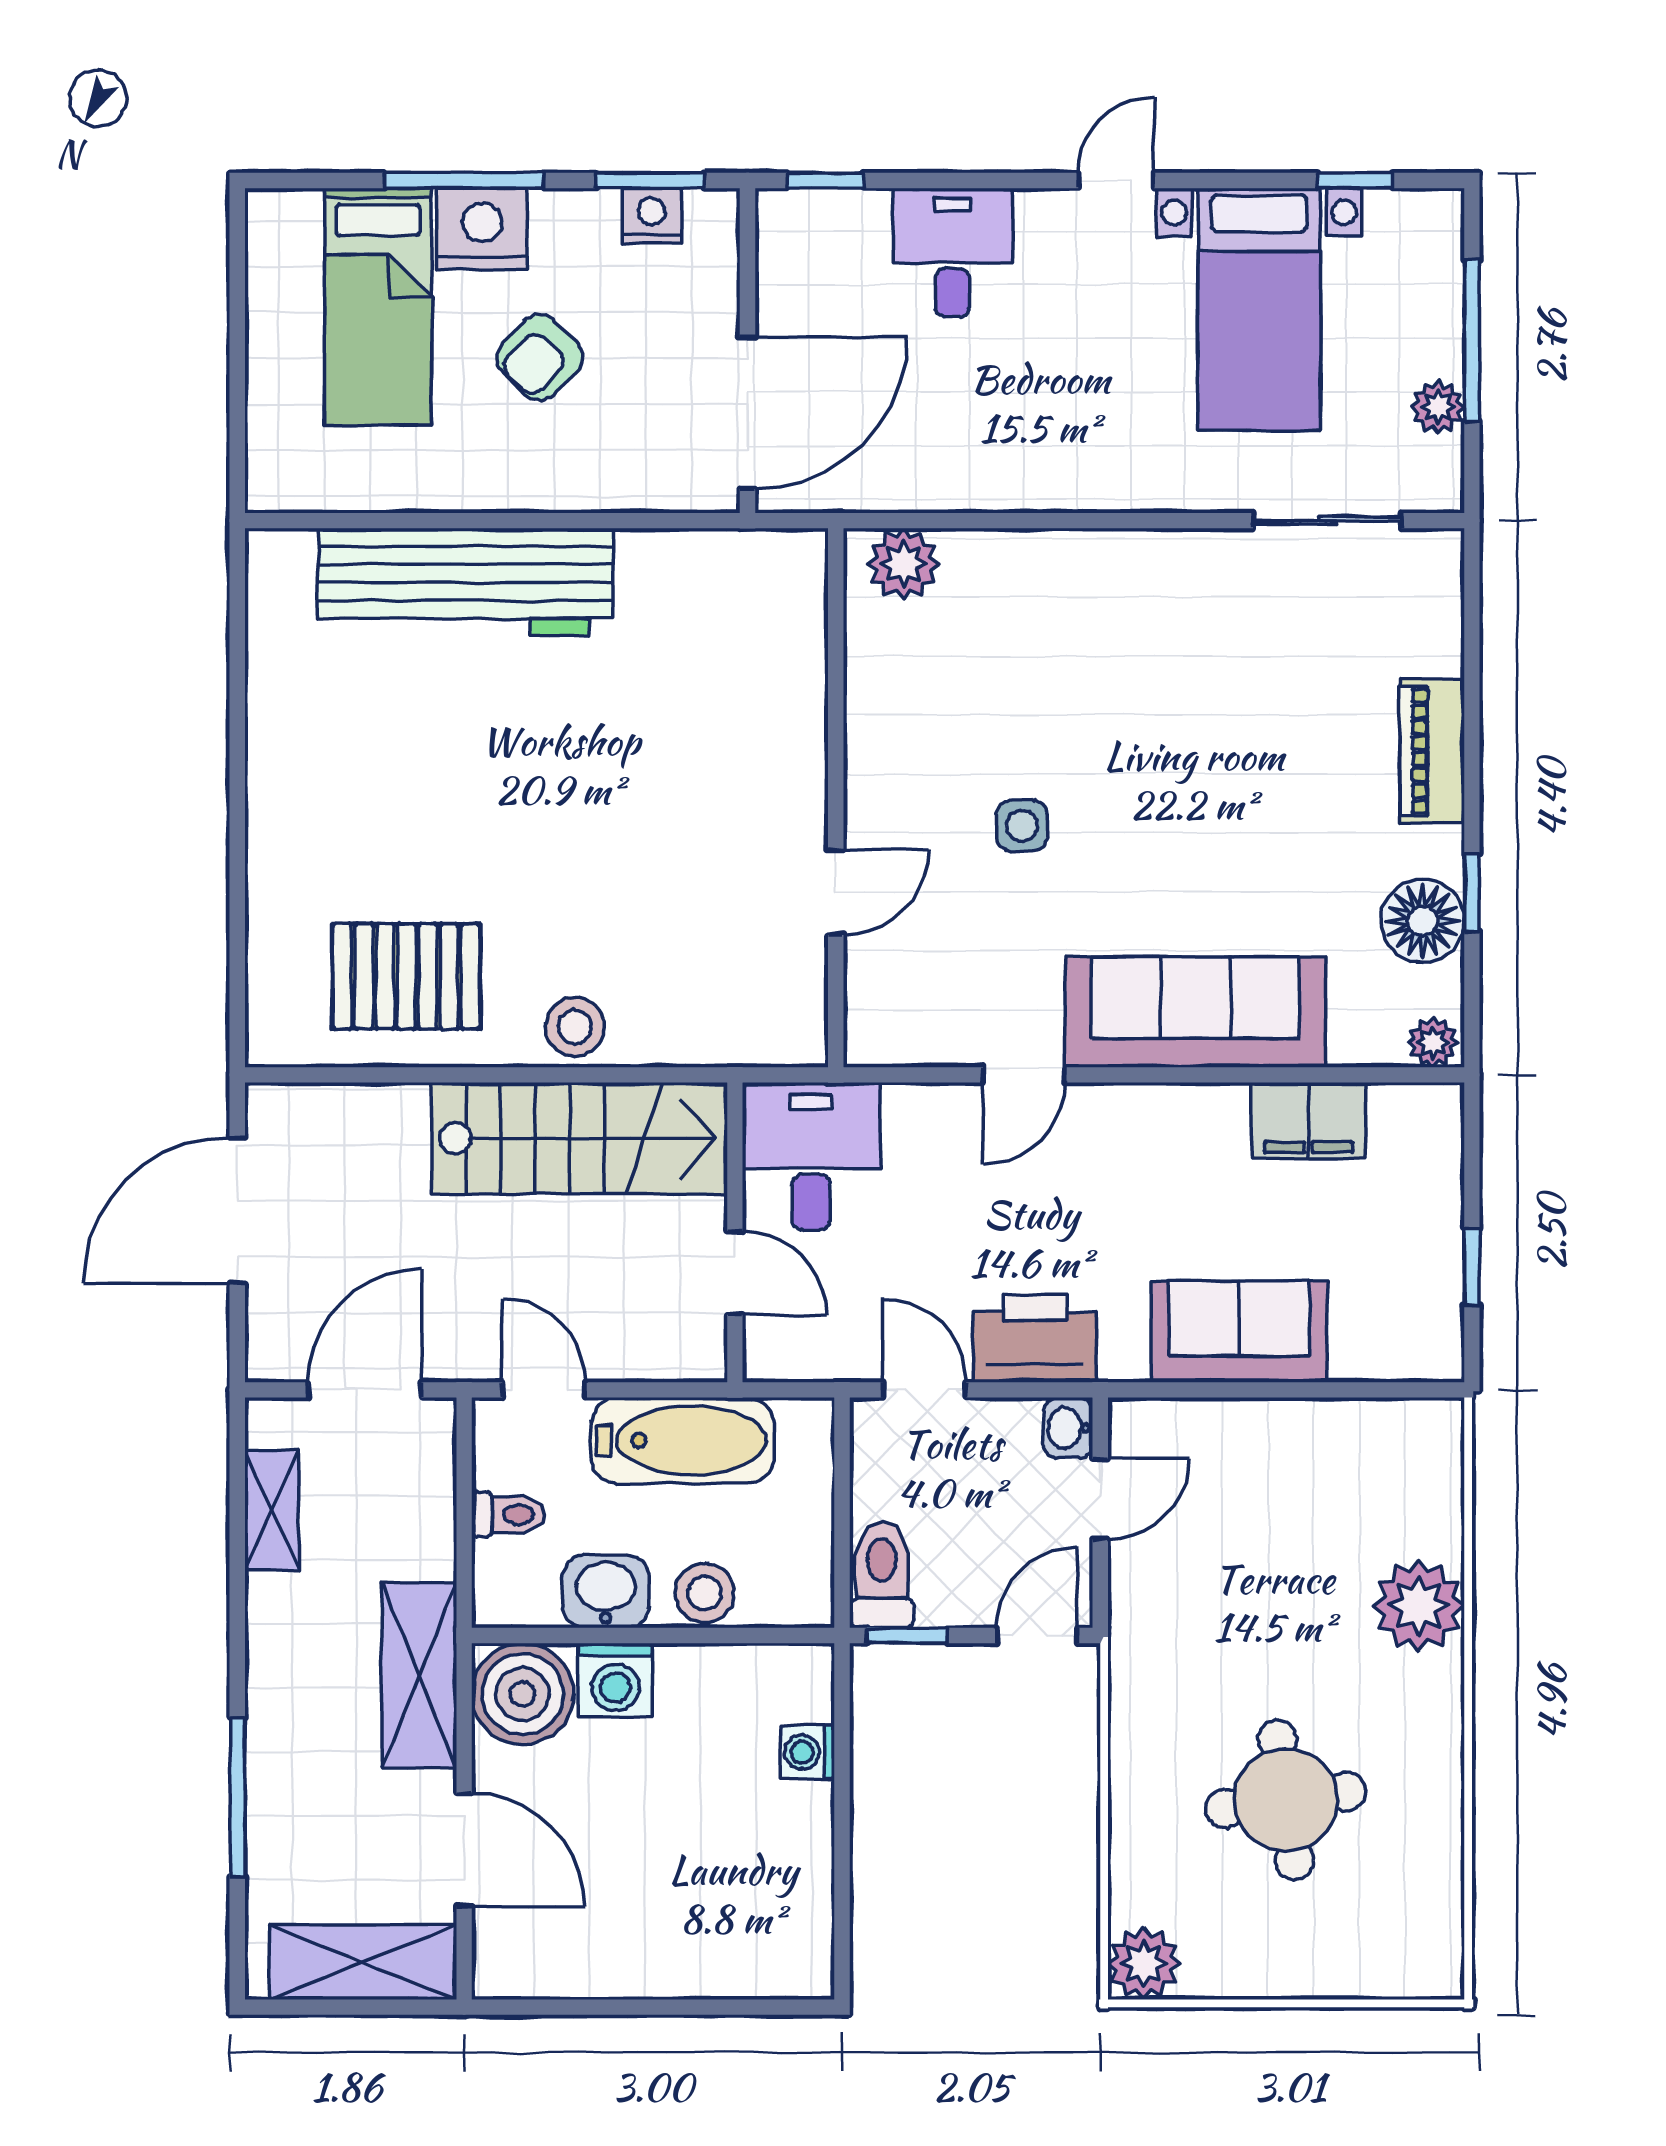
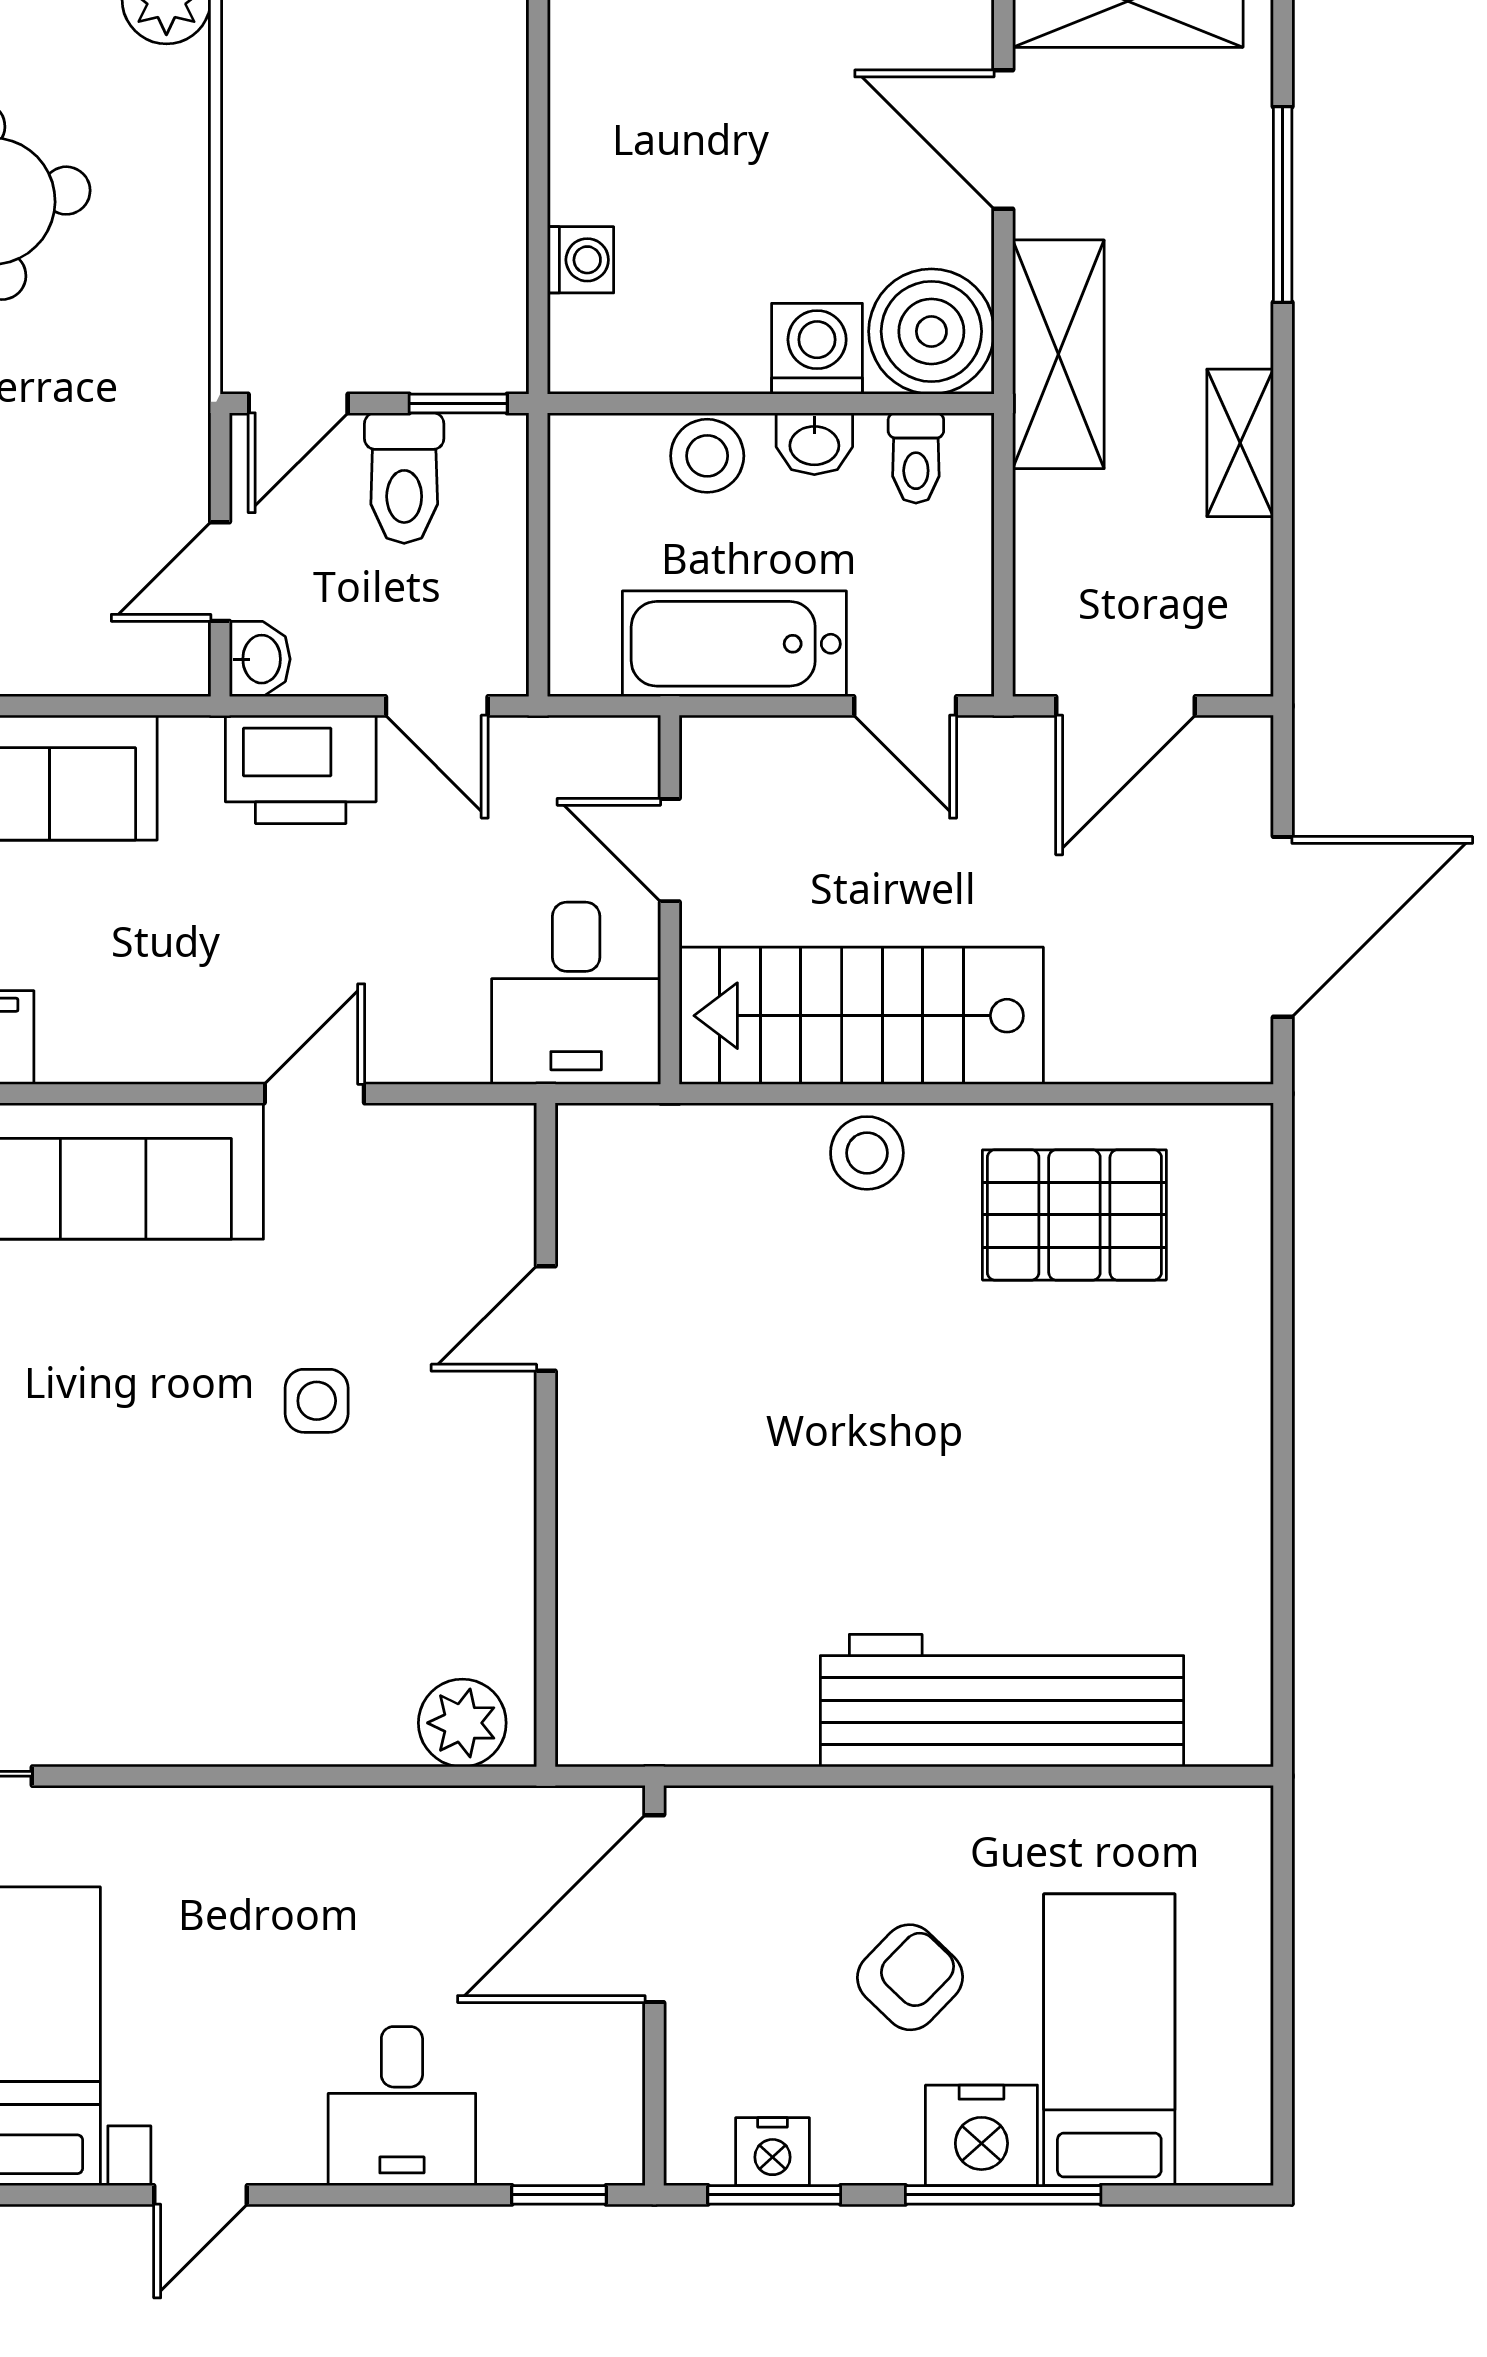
shelving: (272, 1510) -> (1240, 443), moved
toilet: (508, 1514) -> (916, 458), moved, turned -90
toilet: (882, 1575) -> (404, 478), moved
washbasin: (606, 1592) -> (814, 444), width x0.72, depth x0.69

